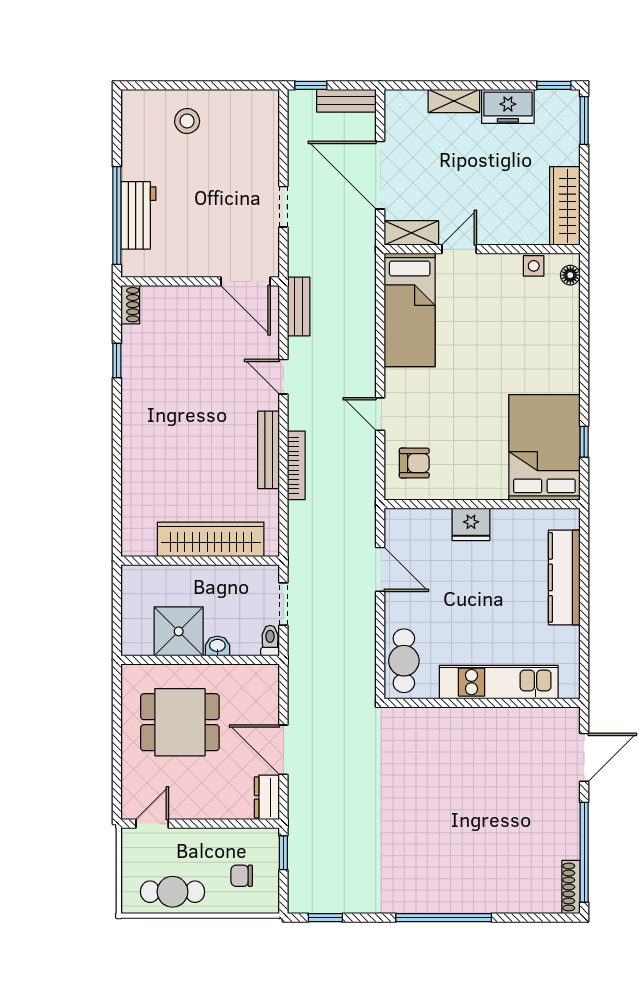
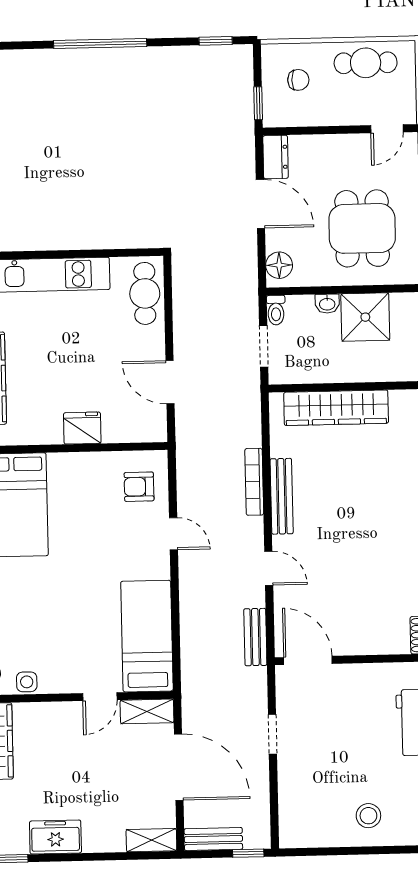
shelving: (454, 101) -> (151, 840), moved
floor lamp: (266, 687) -> (279, 265), added
dining table: (180, 722) -> (362, 228), turned 90

